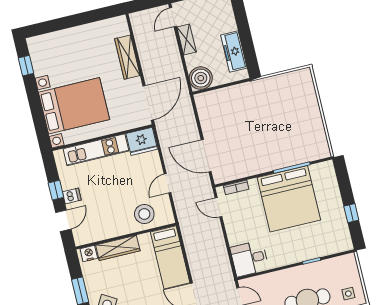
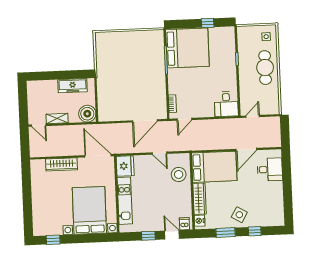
dishwasher: (72, 196) -> (184, 224), moved
bed: (289, 199) -> (187, 48), moved
bed: (170, 257) -> (214, 167), width x1.50

